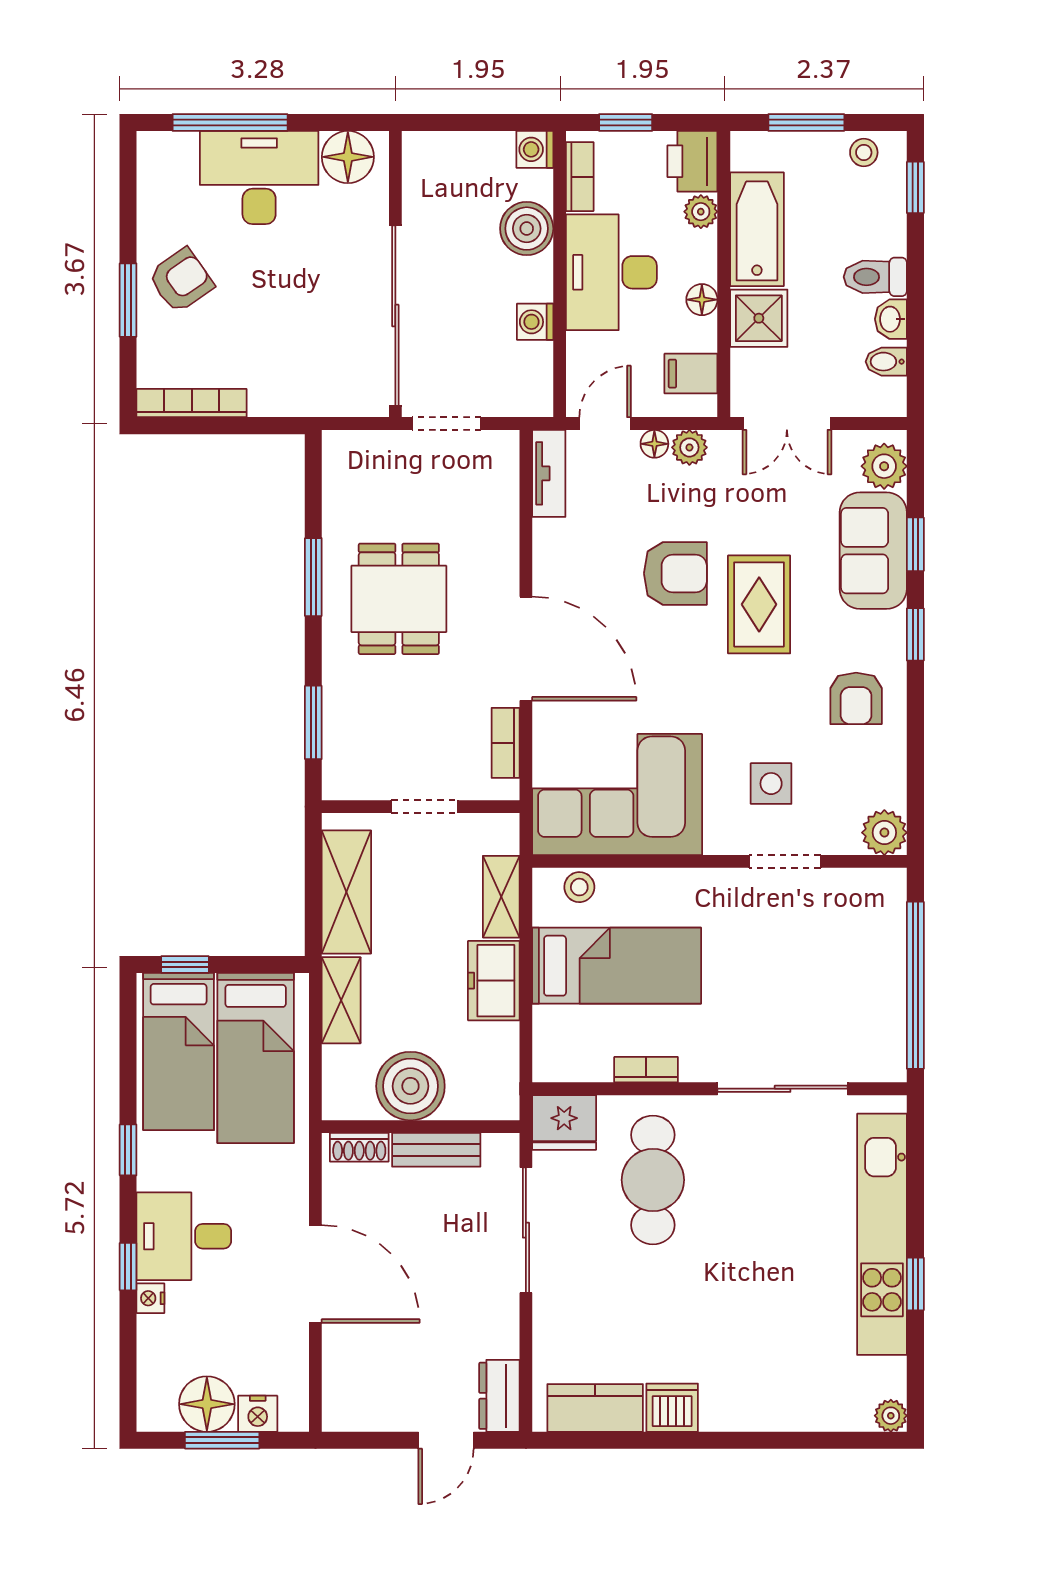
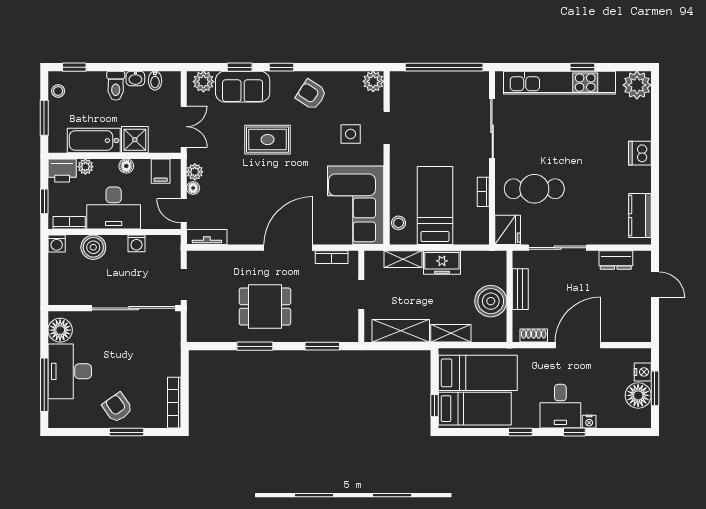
armchair: (675, 573) -> (253, 178), removed
armchair: (856, 698) -> (311, 95), turned -147
shoe rack: (359, 1147) -> (534, 336), moved, turned -90
dresser: (499, 1396) -> (616, 260), moved
dishwasher: (672, 1408) -> (640, 153), moved
plant: (891, 1416) -> (637, 85), width x1.88, depth x1.88

